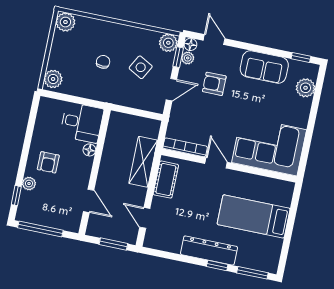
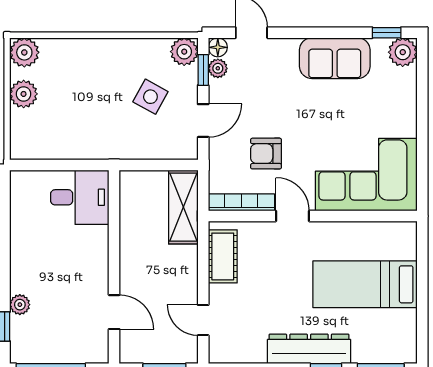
chair: (103, 62) -> (93, 100), removed
plant: (53, 79) -> (24, 94), moved
armchair: (214, 84) -> (266, 154), moved
plant: (306, 88) -> (403, 52), moved
floor lamp: (89, 150) -> (100, 236), removed
armchair: (48, 162) -> (42, 267), removed
shelving: (143, 162) -> (183, 207), moved

